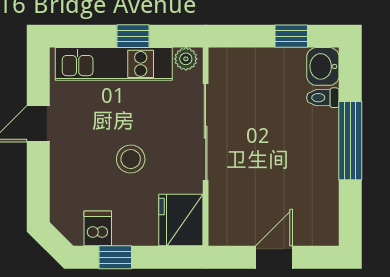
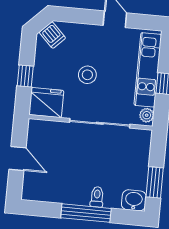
window: (291, 36) -> (155, 182), width x1.50
toilet: (323, 98) -> (97, 197), moved
dishwasher: (98, 228) -> (52, 35), moved, turned 45
window: (115, 257) -> (25, 76), moved

